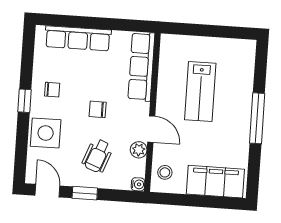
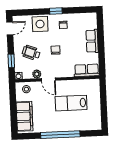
row of seats: (78, 38) -> (92, 41), width x0.68
row of seats: (141, 67) -> (87, 70), width x0.68
window: (257, 118) -> (60, 135), width x1.46
door: (151, 129) -> (48, 79), hinge flipped
window: (85, 193) -> (11, 61), moved

